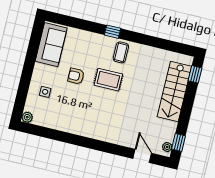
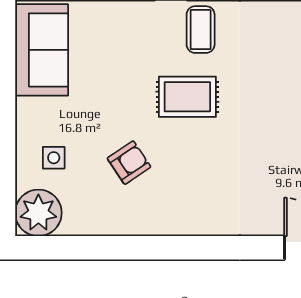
armchair: (76, 76) -> (129, 163), moved, turned 146
plant: (27, 117) -> (38, 213), width x1.87, depth x1.87

